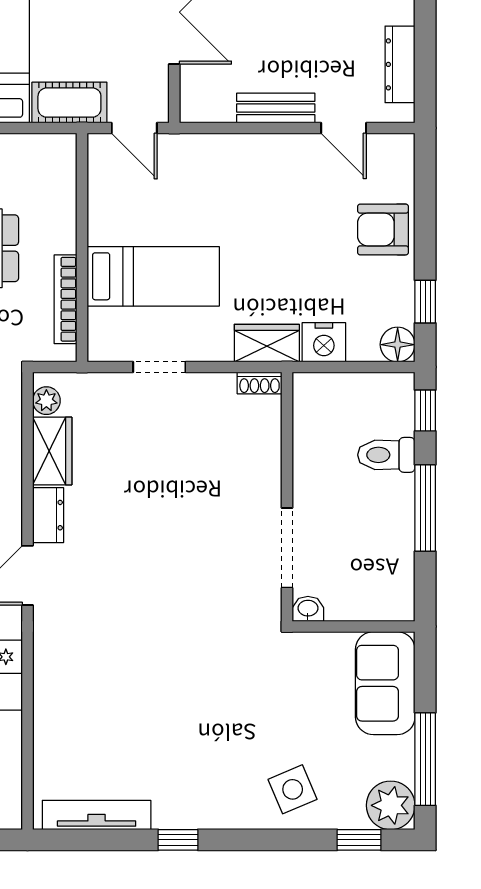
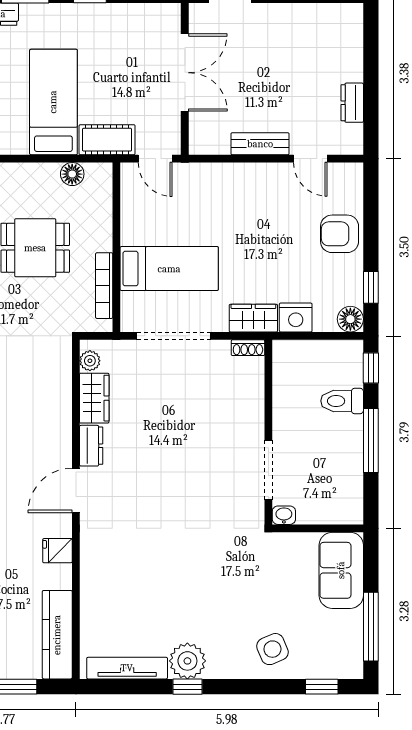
dresser: (400, 64) -> (352, 103), width x0.70
floor lamp: (23, 149) -> (72, 174), added
doorway: (159, 367) -> (174, 336), width x1.88
plant: (391, 805) -> (187, 661), moved

